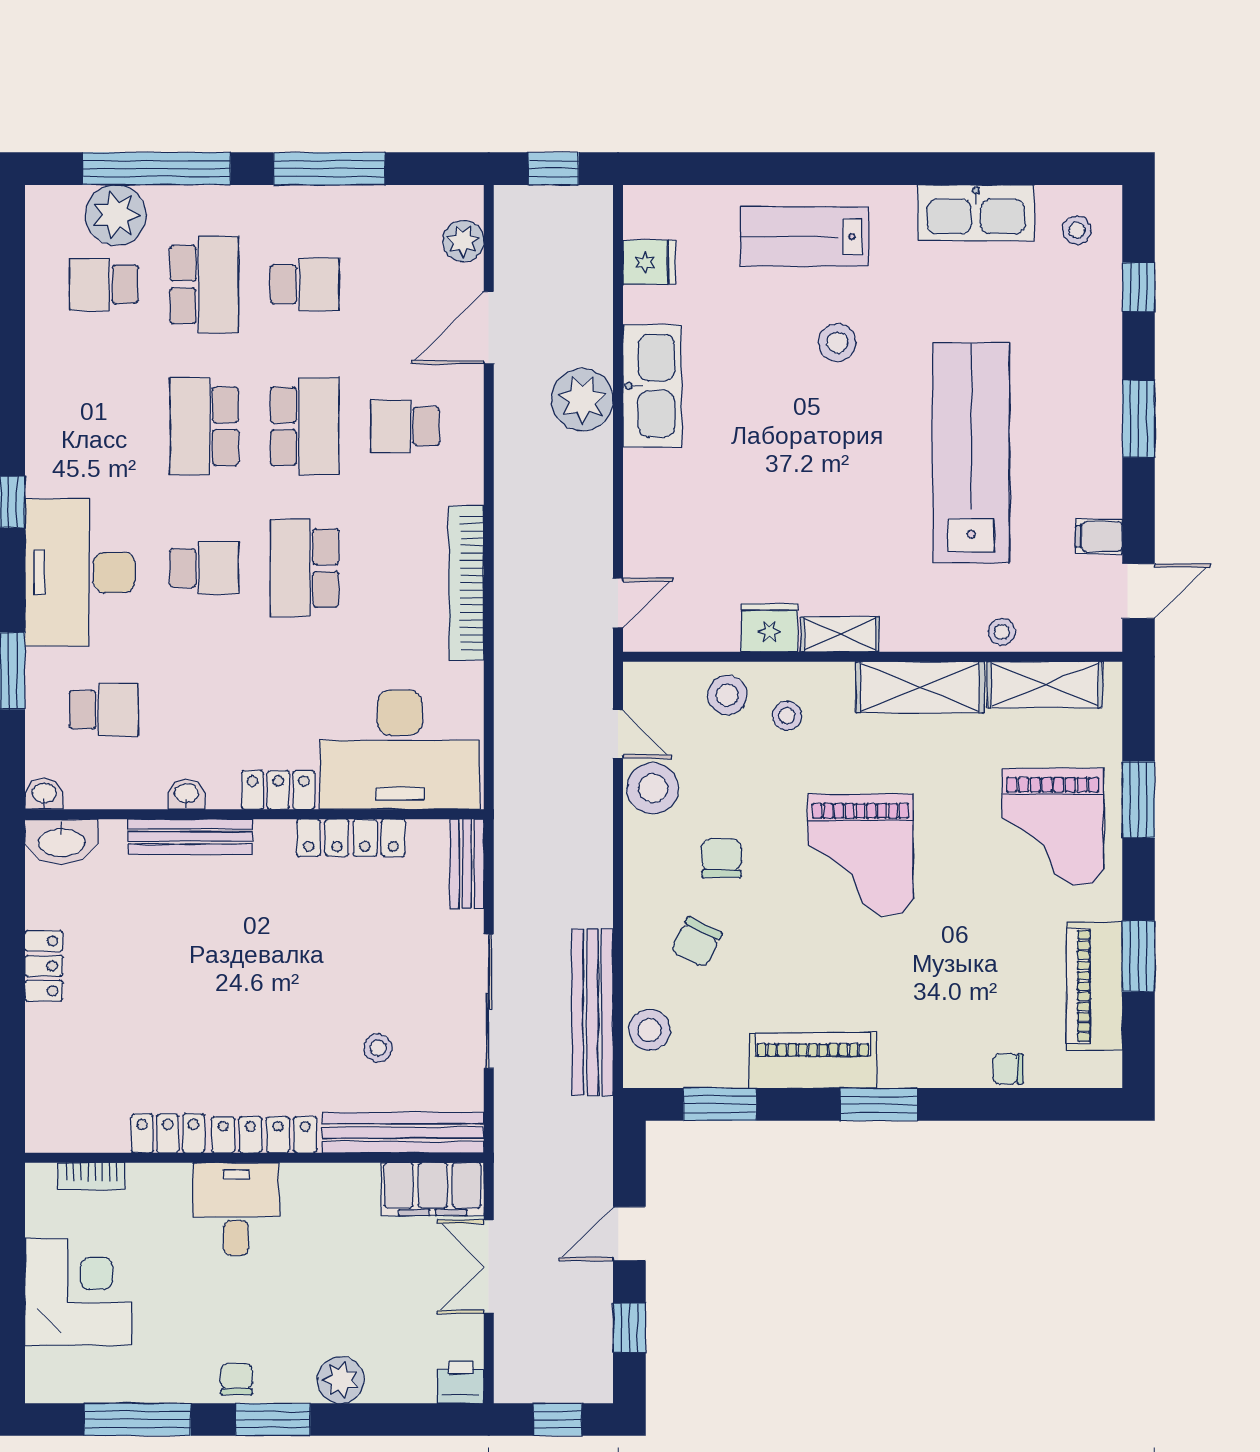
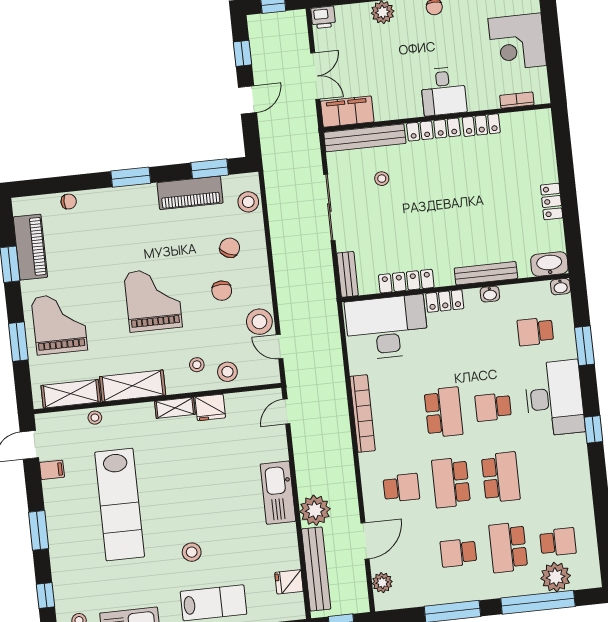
kitchen sink: (652, 386) -> (278, 493), moved
bench: (592, 1012) -> (316, 569), moved
piano: (813, 1060) -> (190, 193), moved

